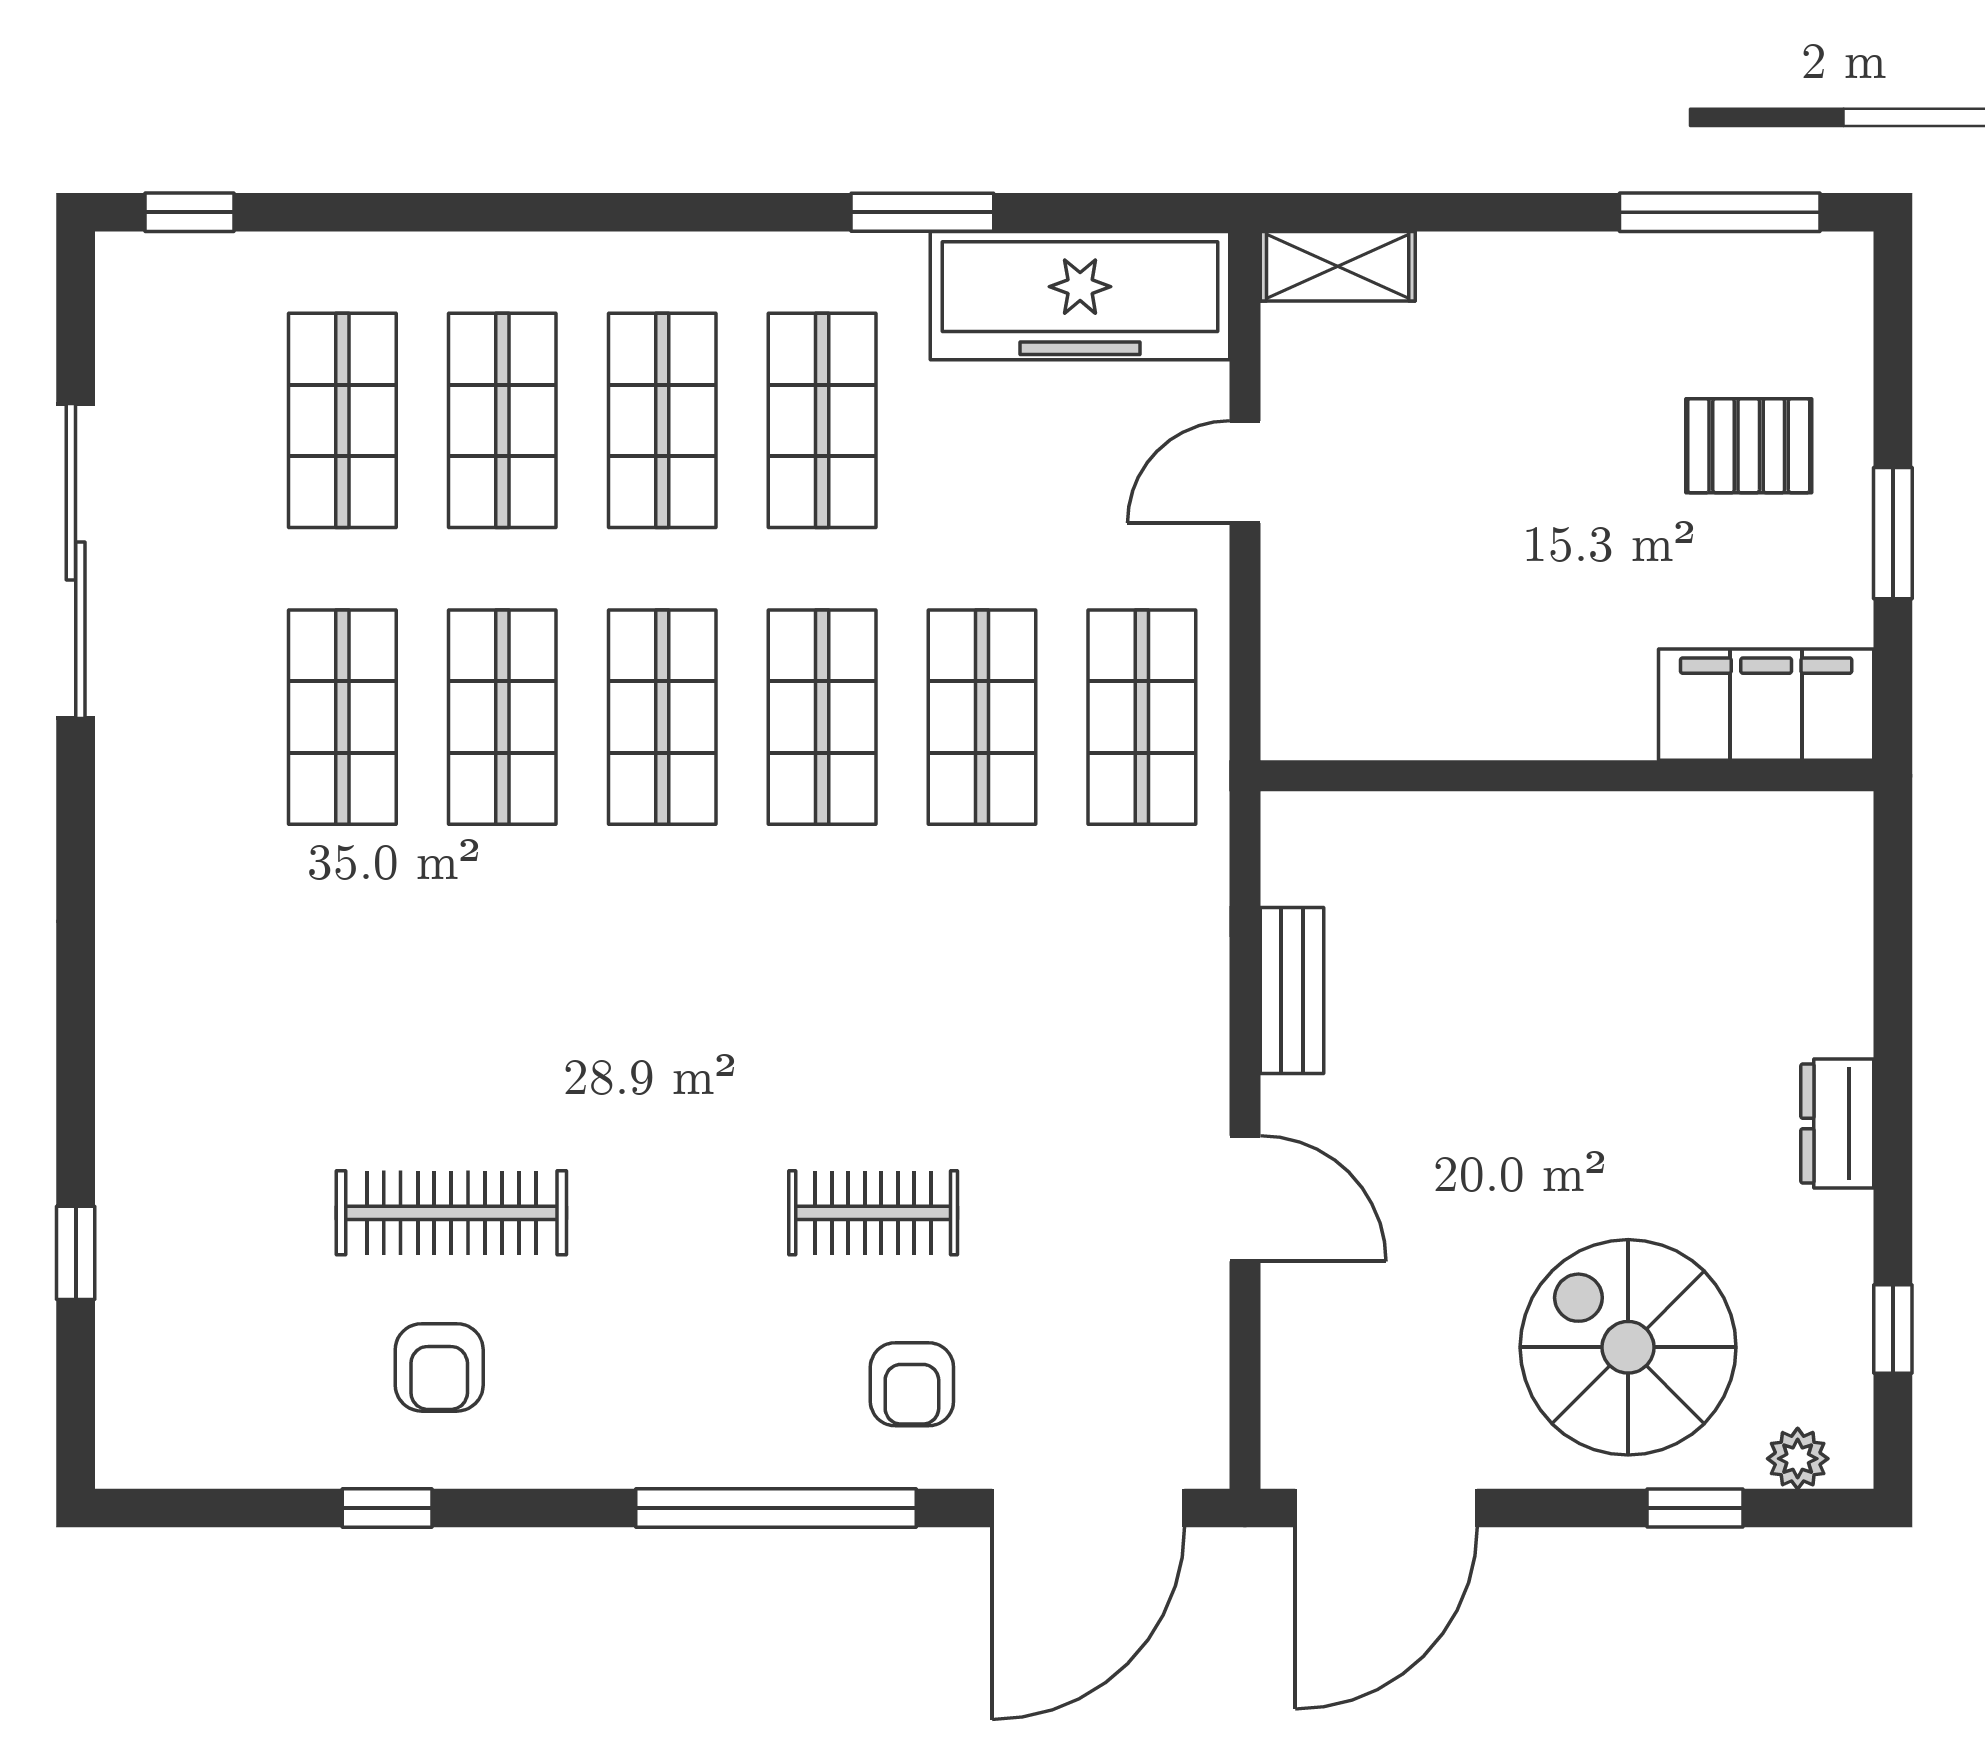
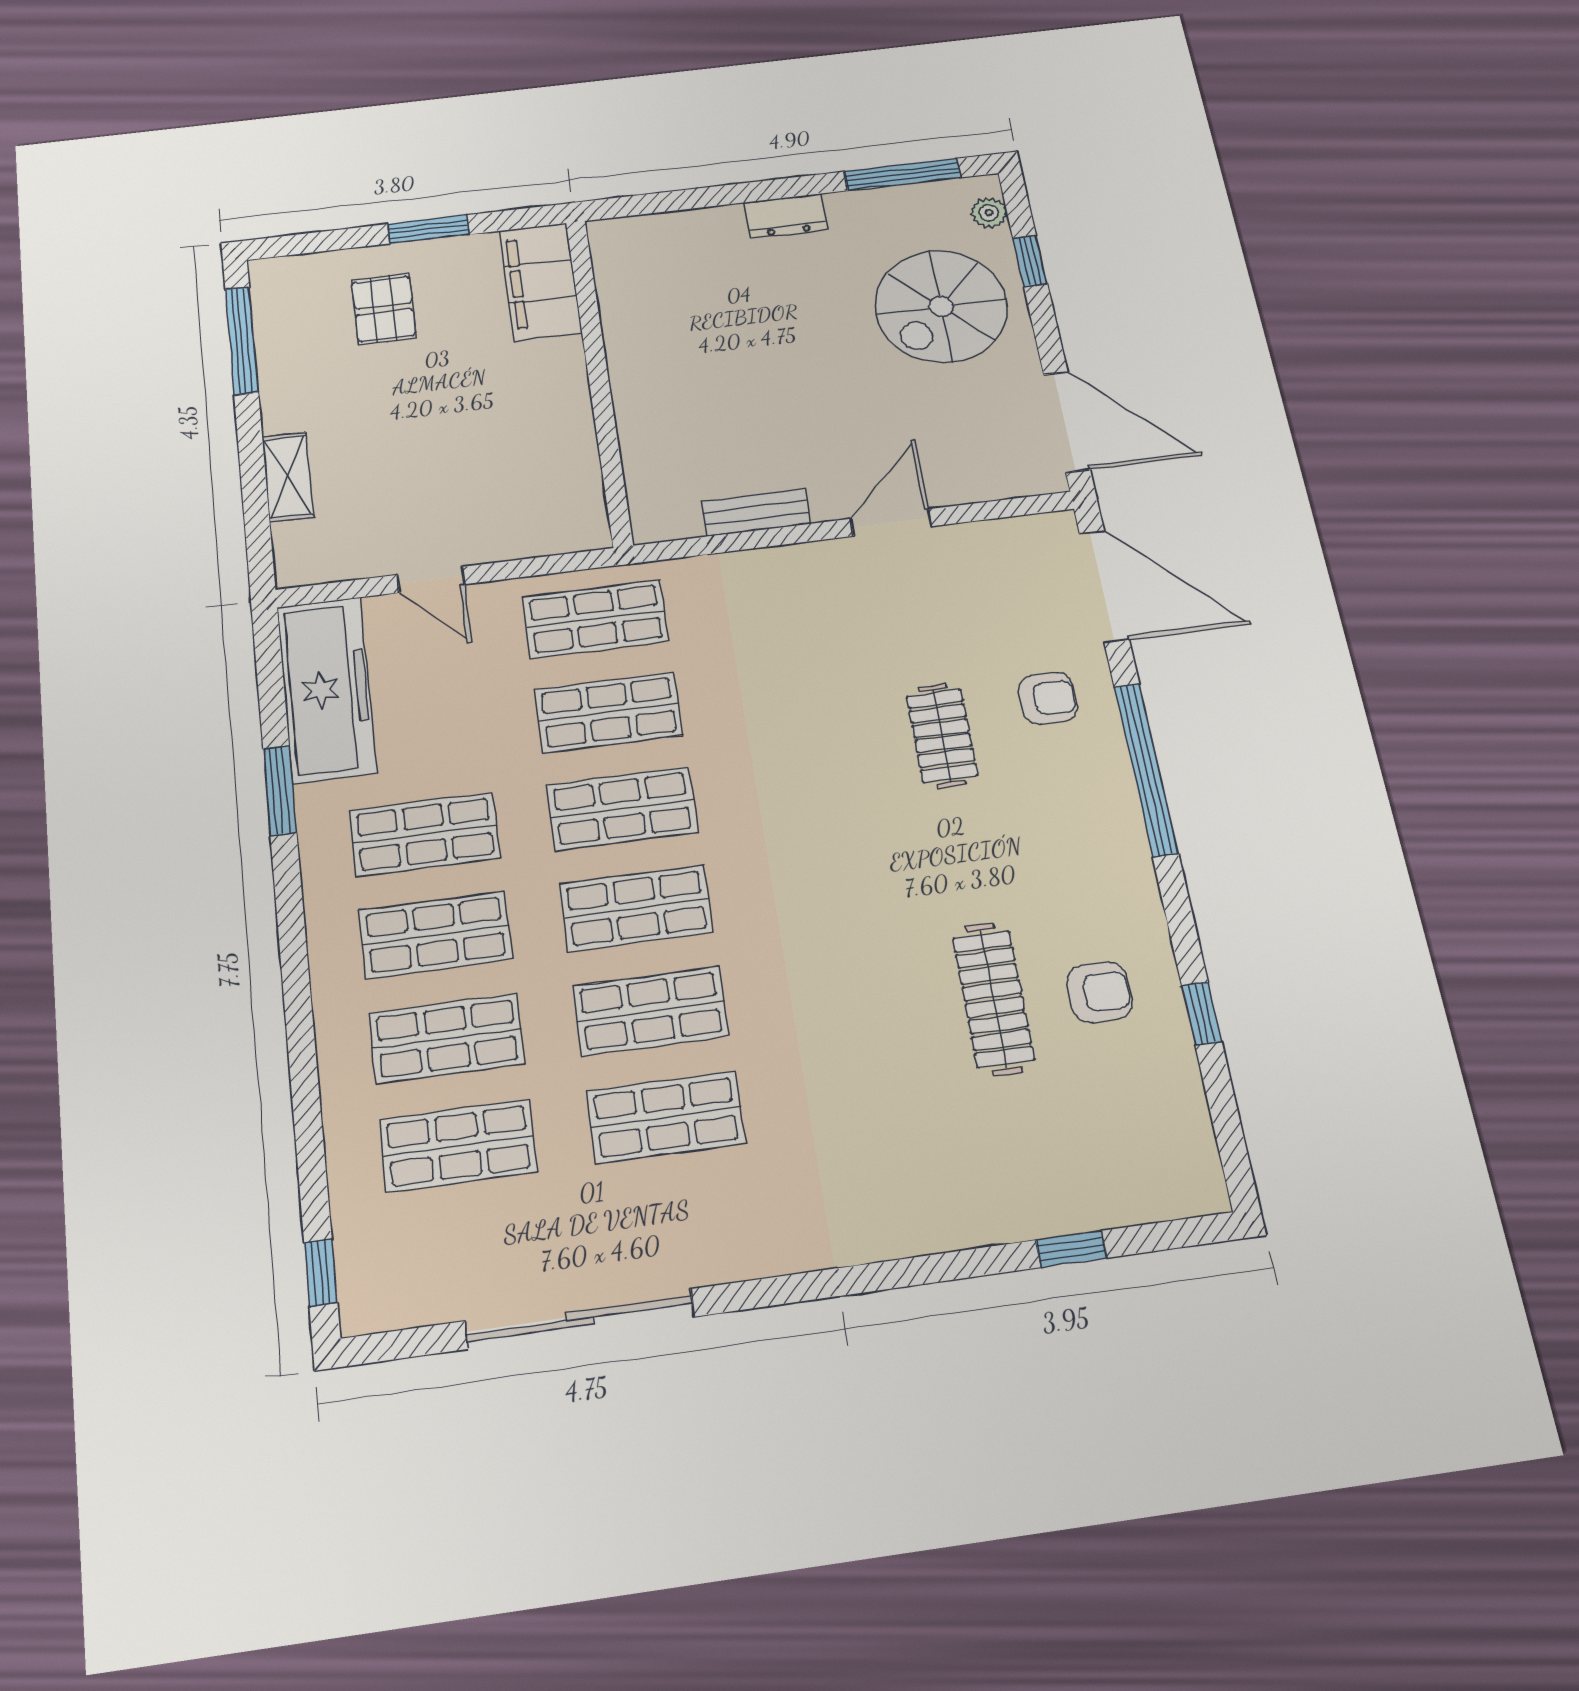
shelving: (1338, 266) -> (288, 477), moved
window: (1893, 1329) -> (902, 174), width x2.17

